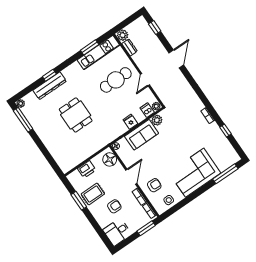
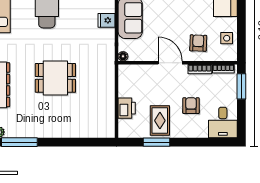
floor lamp: (110, 159) -> (133, 74), removed

